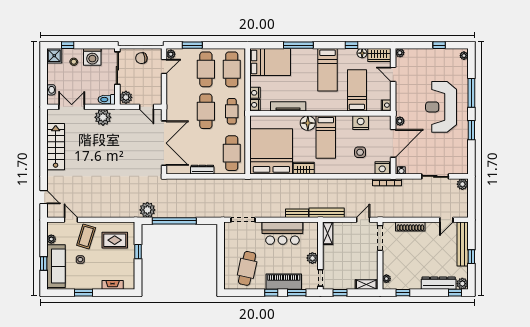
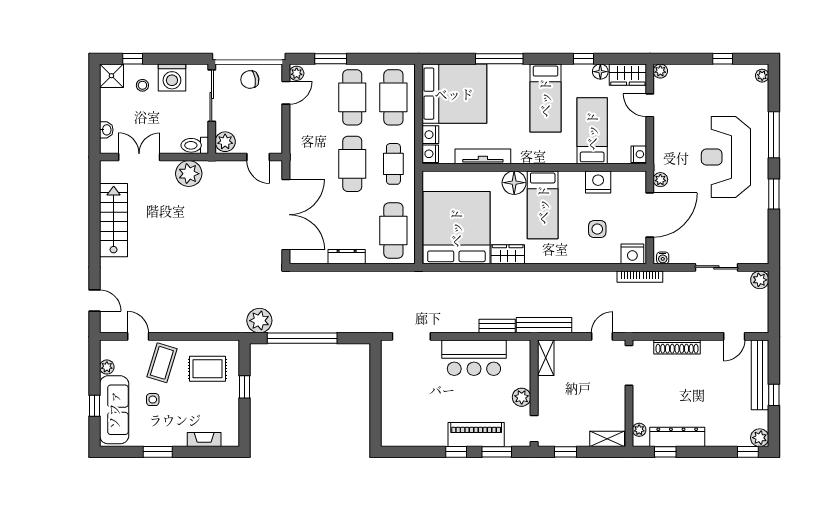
bed: (270, 62) -> (454, 94), width x1.36
cafe table: (247, 268) -> (418, 414), removed
dresser: (439, 283) -> (677, 437), moved

